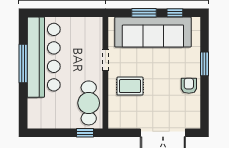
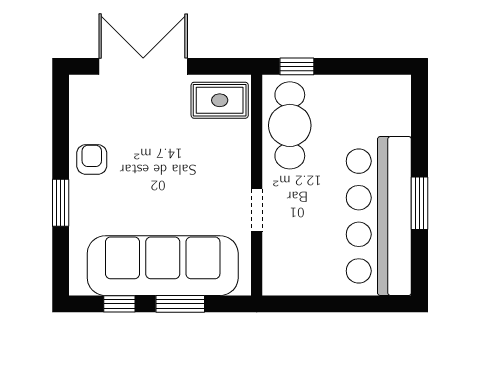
window: (23, 64) -> (420, 203), width x0.69
rug: (130, 86) -> (220, 100), moved
armchair: (189, 86) -> (92, 159), turned 180

